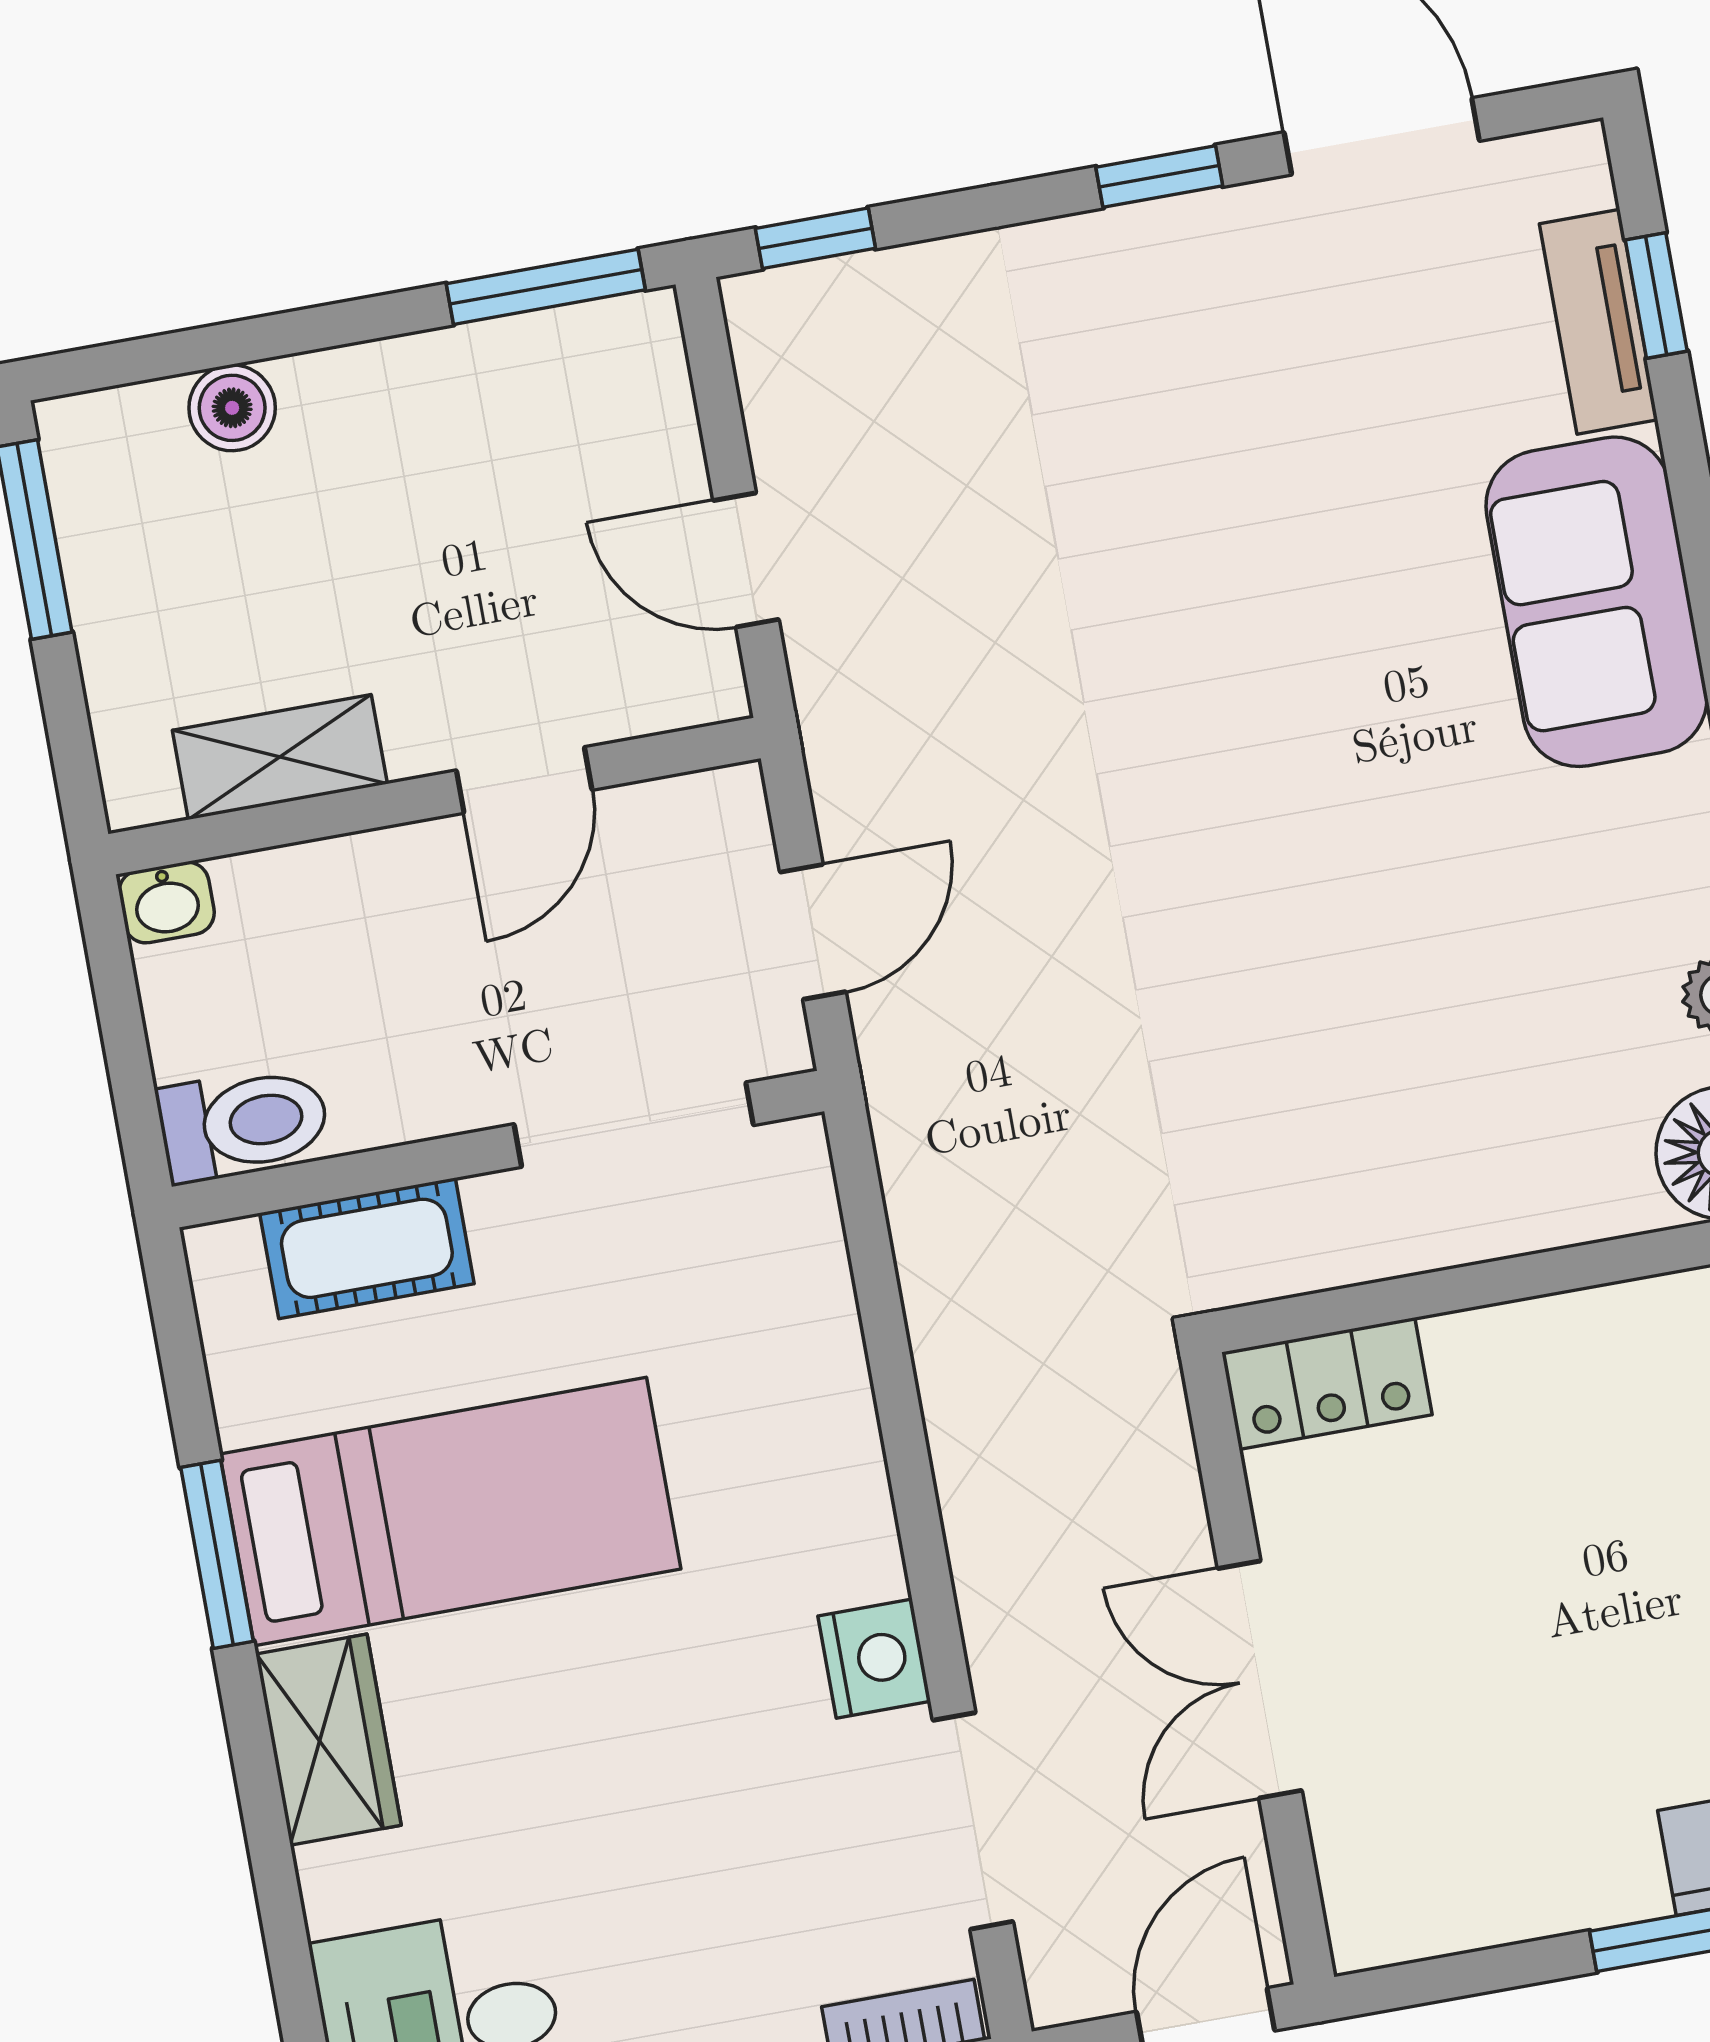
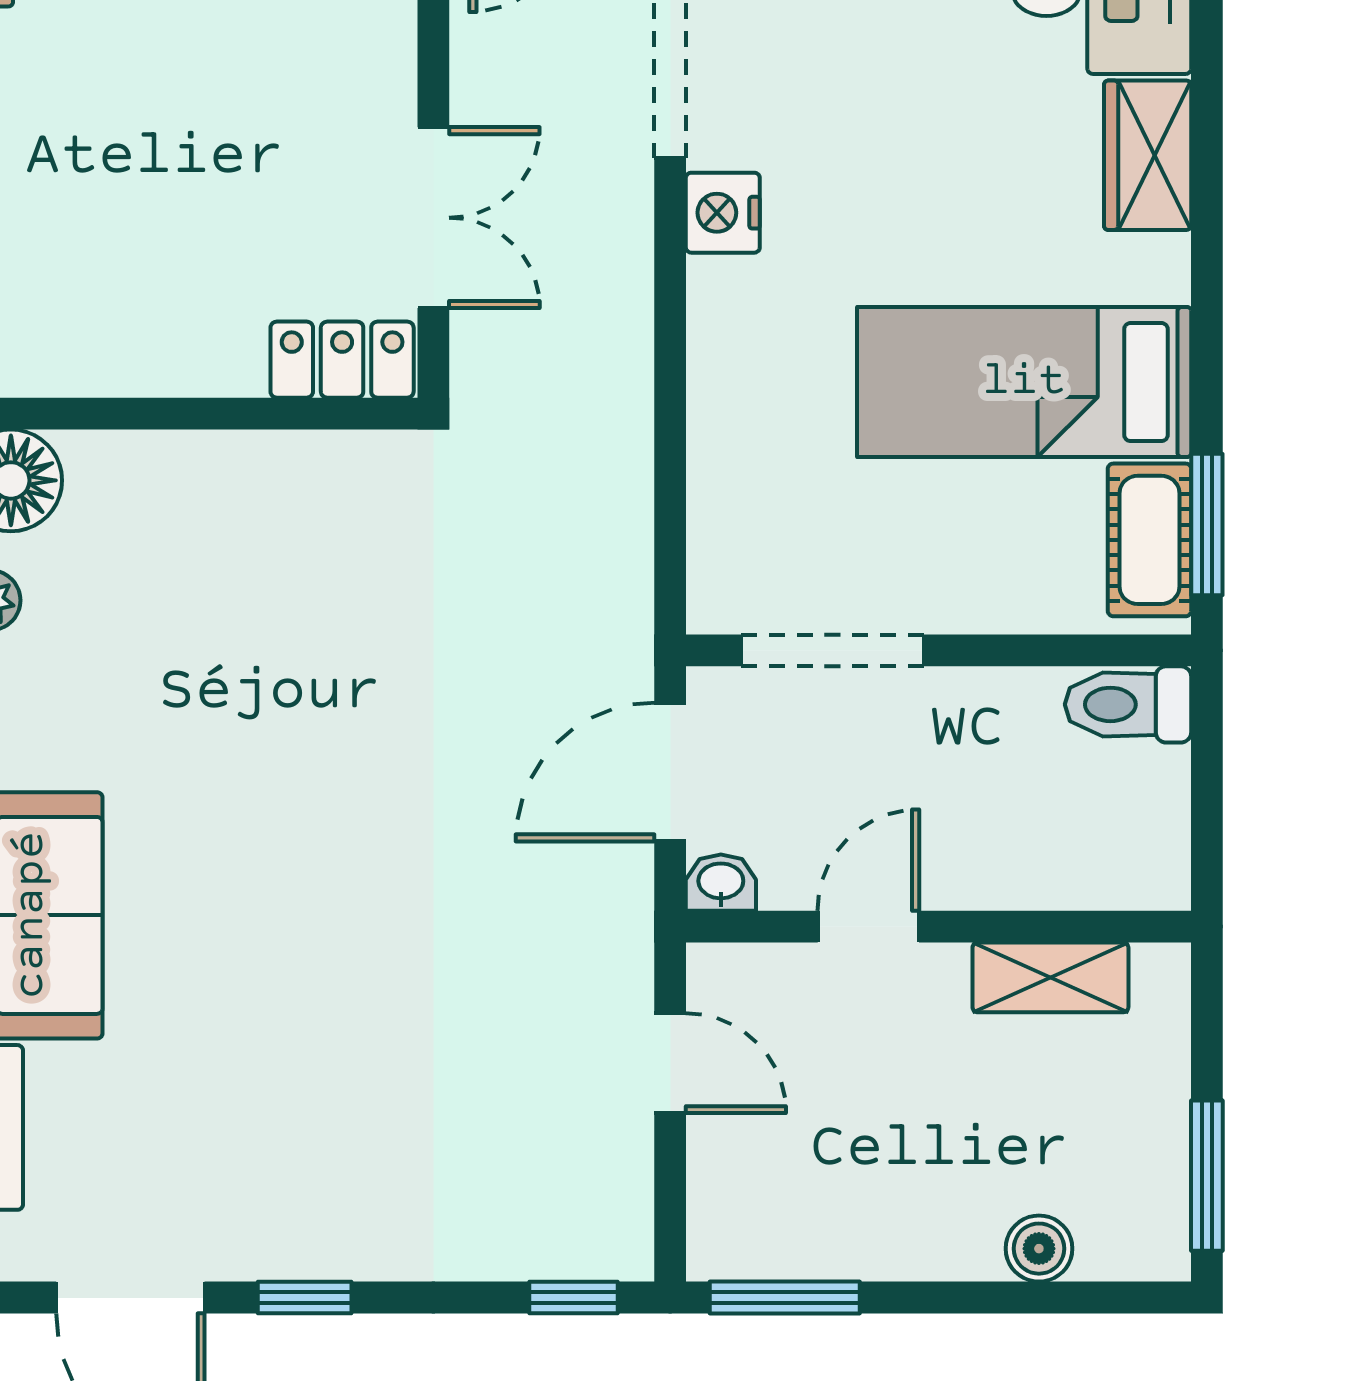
washbasin: (167, 902) -> (721, 883), moved
door: (813, 932) -> (670, 772), width x1.38
cot: (367, 1248) -> (1149, 540), moved, turned 90
window: (217, 1554) -> (1207, 524), moved
double door: (1260, 1679) -> (433, 218), moved
wardrobe: (329, 1740) -> (1148, 155), moved

